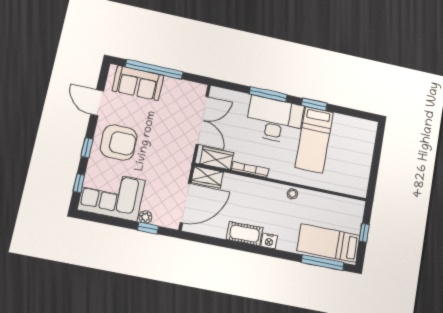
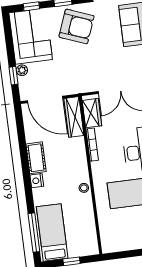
armchair: (119, 143) -> (77, 26), turned -69
wardrobe: (207, 177) -> (74, 117), width x1.50

